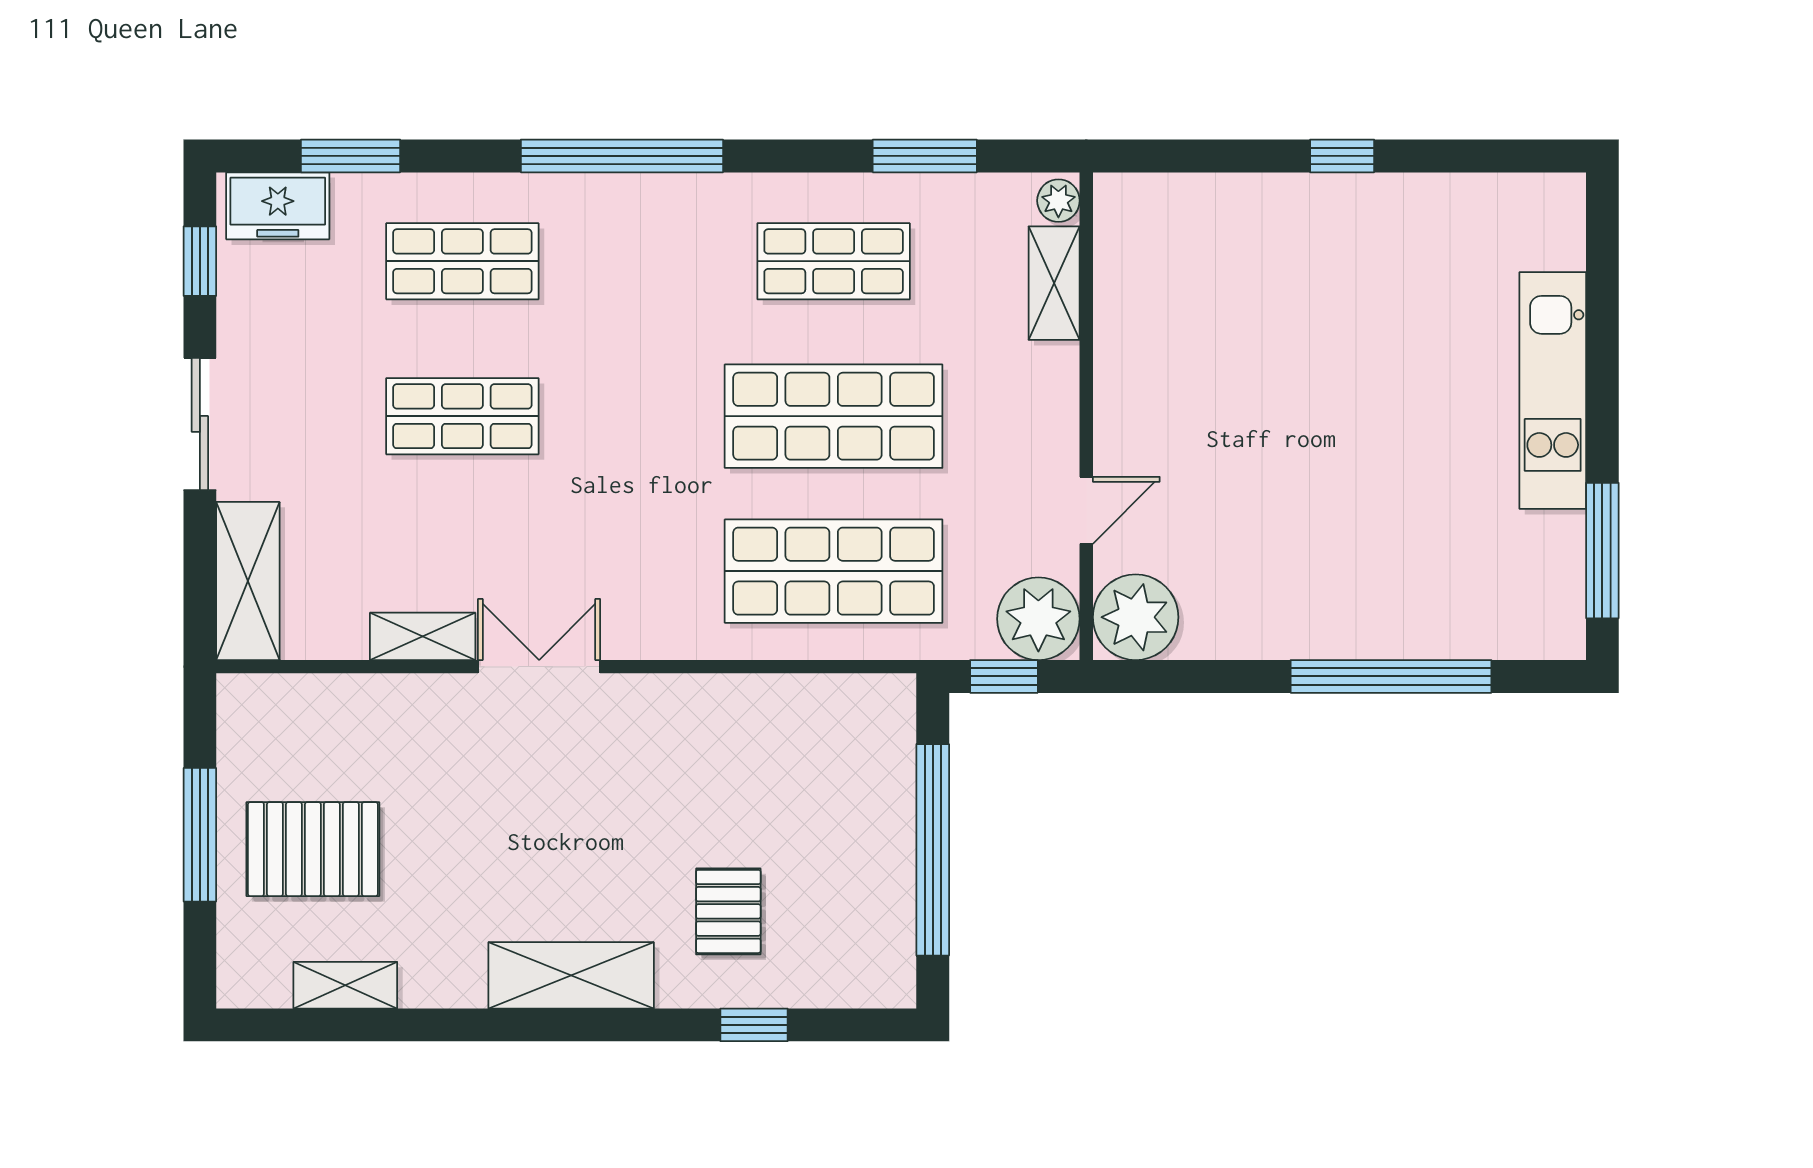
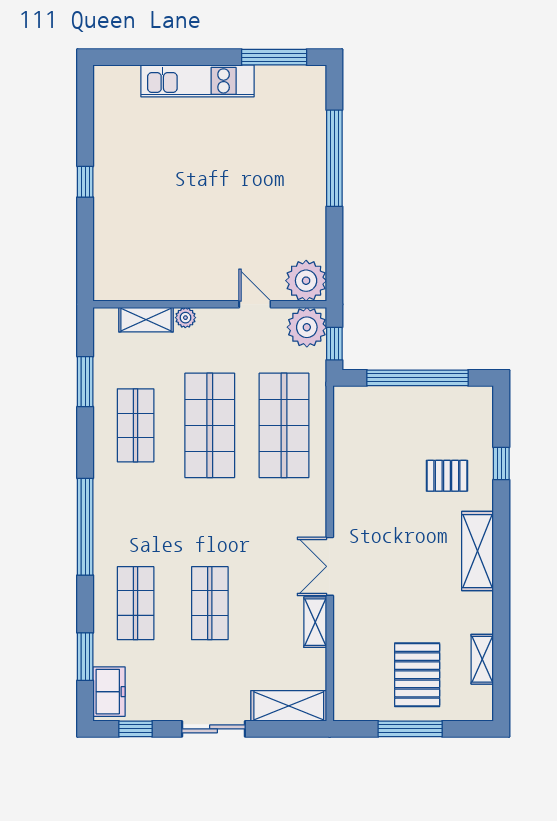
plant: (1058, 201) -> (185, 318), moved

